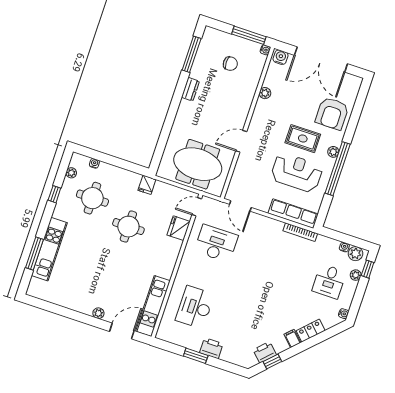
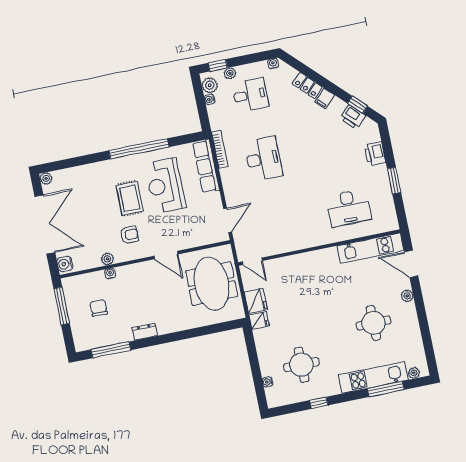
water cooler: (265, 50) -> (110, 273), moved
armchair: (332, 113) -> (129, 235), moved, width x0.53, depth x0.53
plant: (333, 152) -> (46, 178), moved
plant: (71, 173) -> (414, 373), moved
round table: (128, 227) -> (373, 323), moved
fridge: (179, 228) -> (256, 301), moved, turned -90
desk: (216, 243) -> (263, 159), moved, turned 180
printer: (211, 348) -> (375, 154), moved

